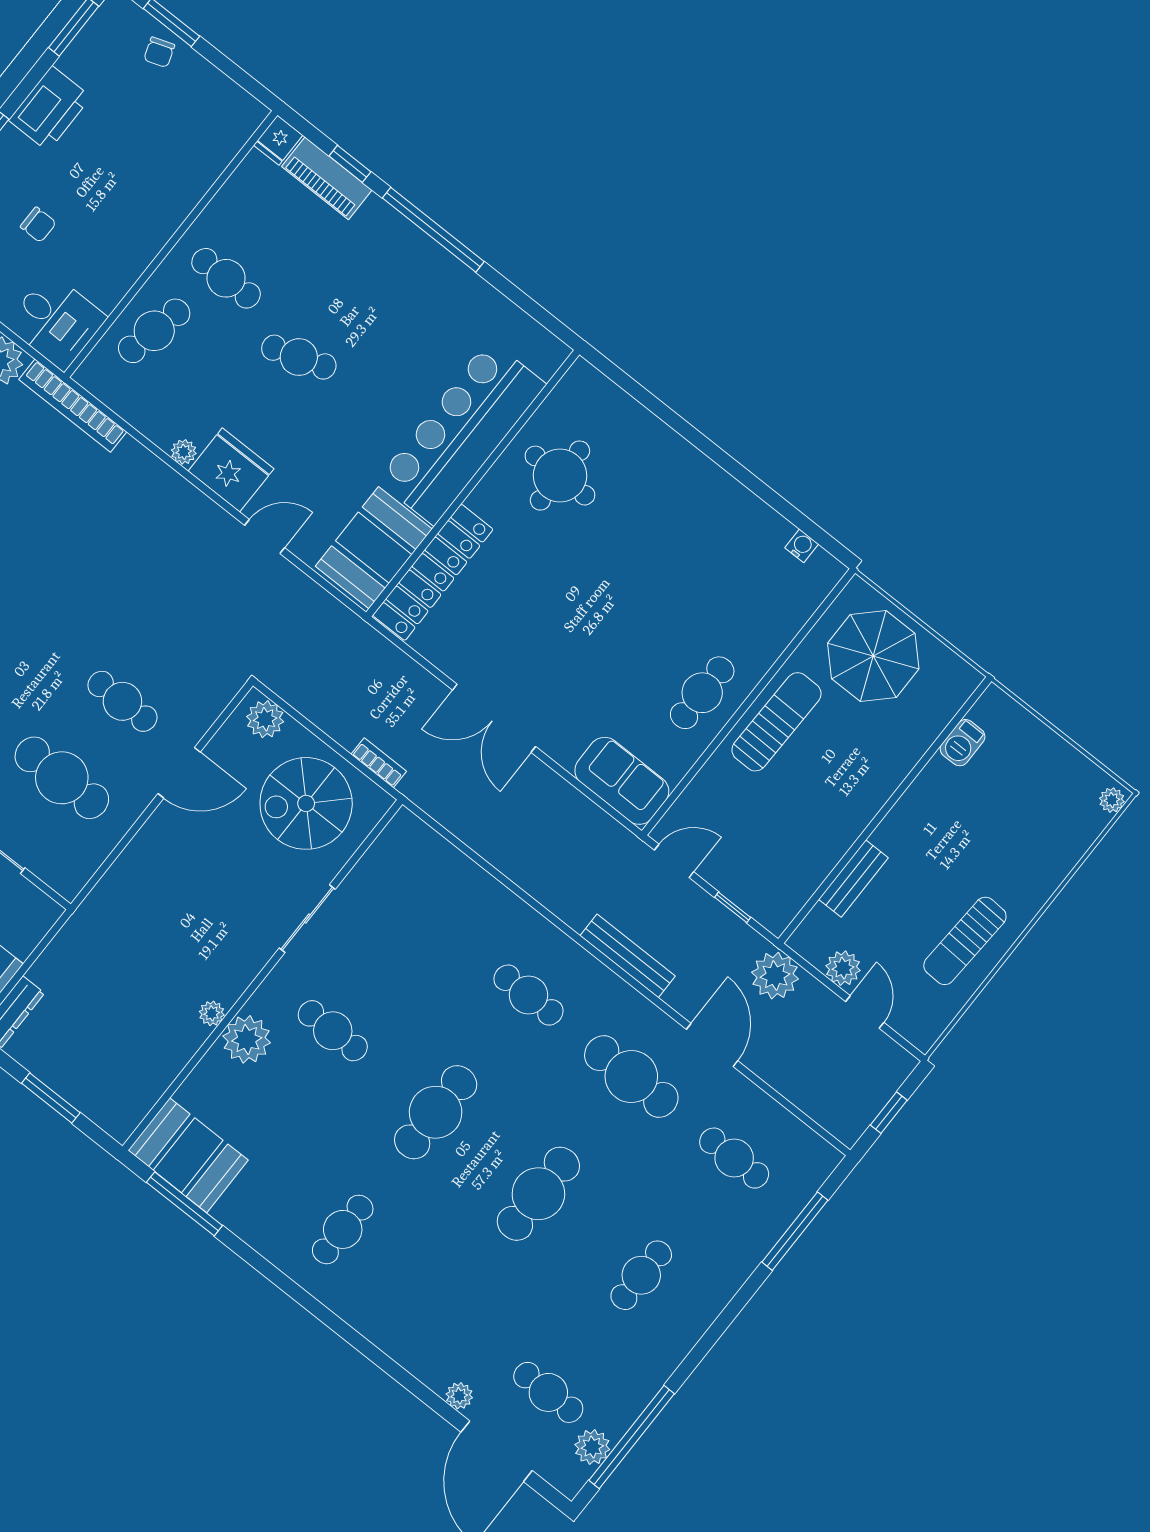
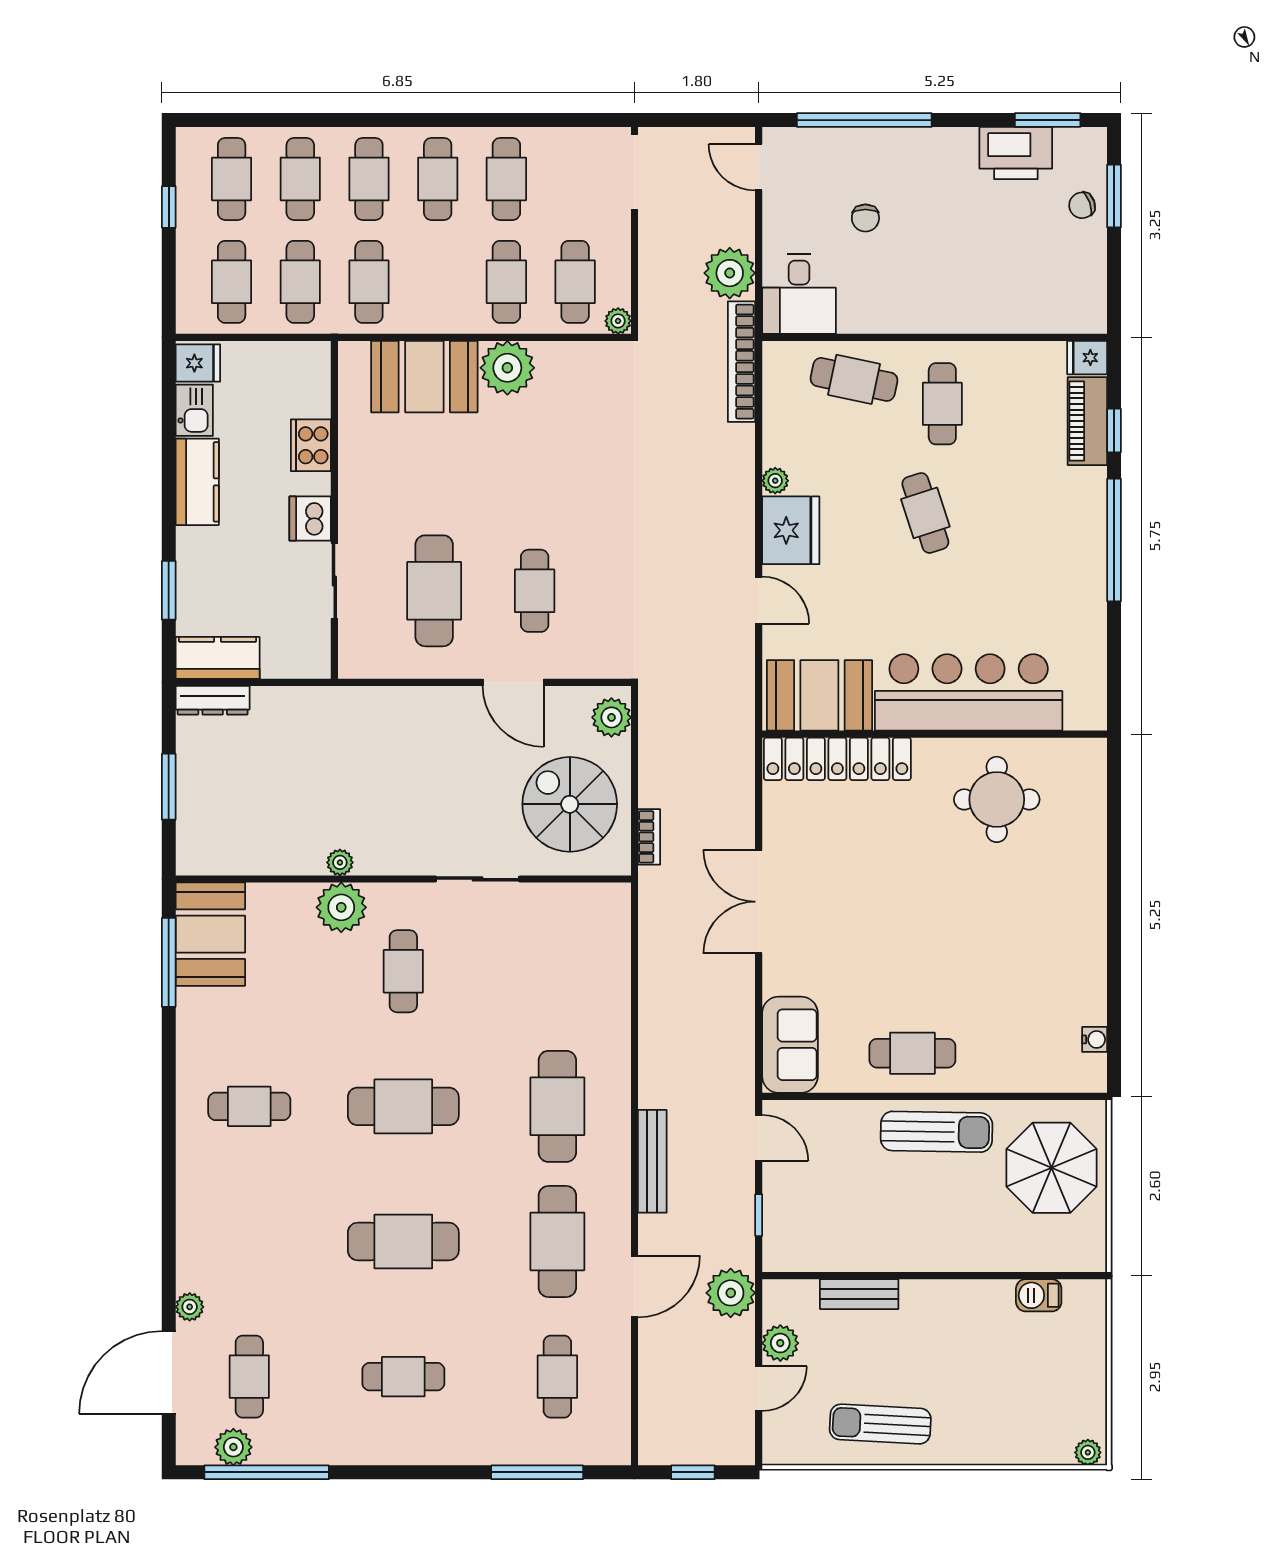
printer: (50, 109) -> (1016, 153), moved
cafe table: (528, 995) -> (557, 1106), width x1.37, depth x1.35

